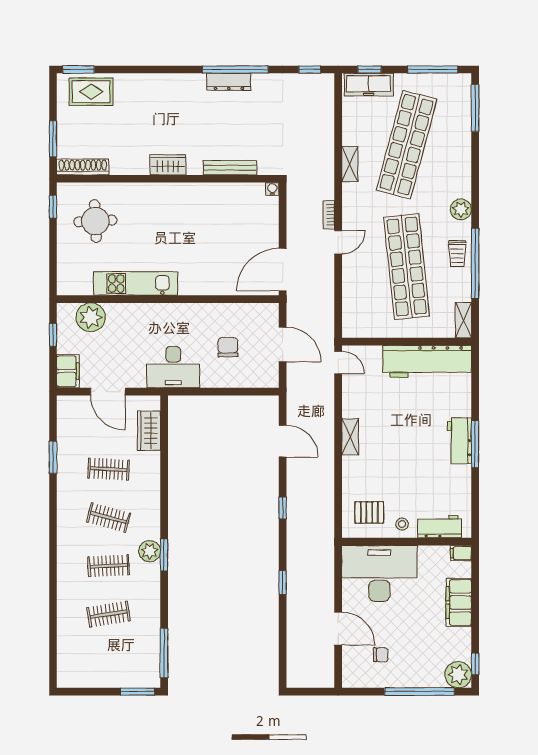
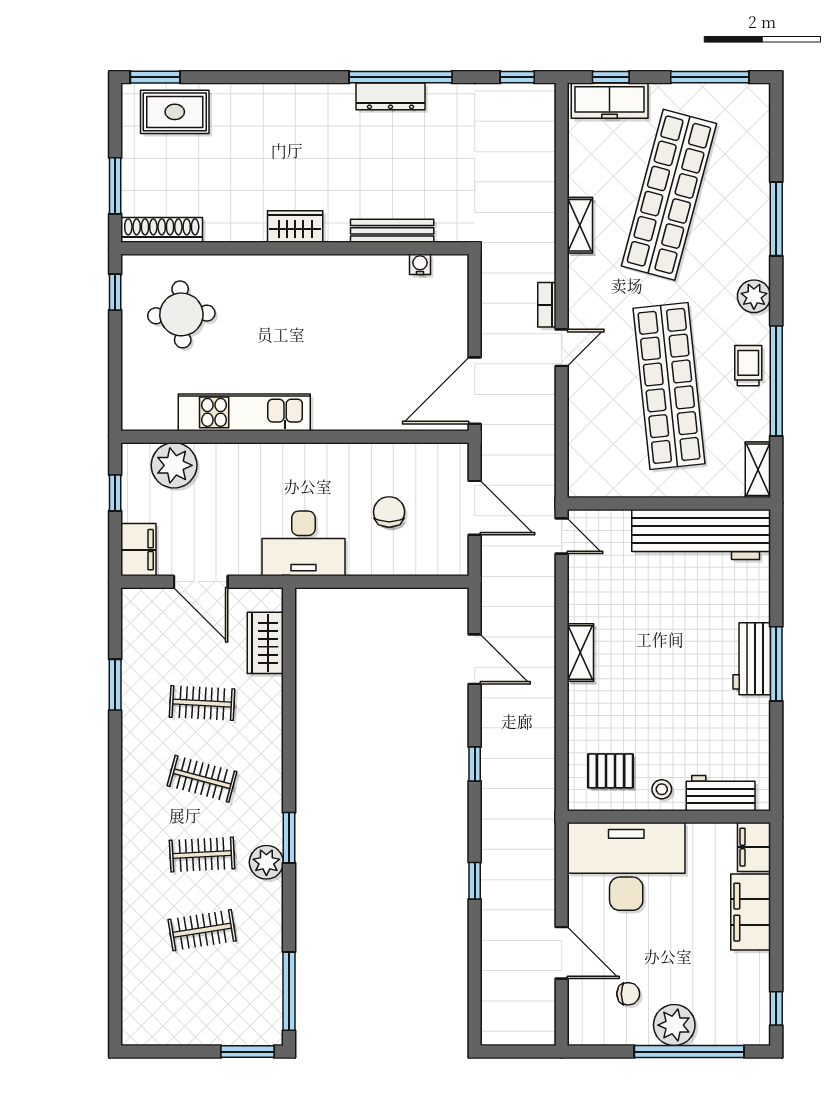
window: (475, 108) -> (776, 219), moved
water cooler: (272, 189) -> (420, 264), moved
trolley: (457, 254) -> (748, 366), turned 180
plant: (150, 551) -> (266, 862), moved
filing cabinet: (461, 553) -> (754, 847), width x2.00
plant: (458, 675) -> (674, 1025), moved

